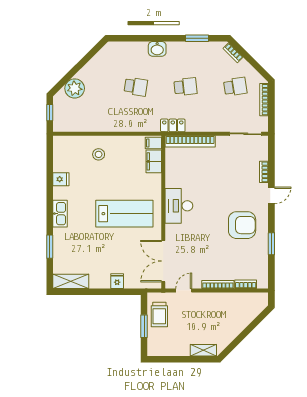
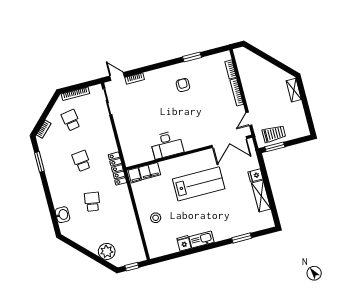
washbasin: (157, 49) -> (62, 215), moved
locker: (173, 125) -> (117, 169), width x1.53
bookcase: (190, 141) -> (125, 146), removed
door: (271, 195) -> (117, 76), moved
desk: (179, 206) -> (167, 145), moved
kitchen sink: (60, 214) -> (201, 239), moved
lab bench: (124, 214) -> (199, 184), turned 90
armchair: (242, 225) -> (183, 85), width x0.53, depth x0.53
shelving: (71, 281) -> (261, 196), moved
door: (184, 290) -> (249, 119), hinge flipped
window: (144, 326) -> (275, 147), moved

